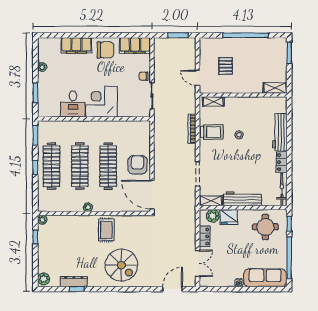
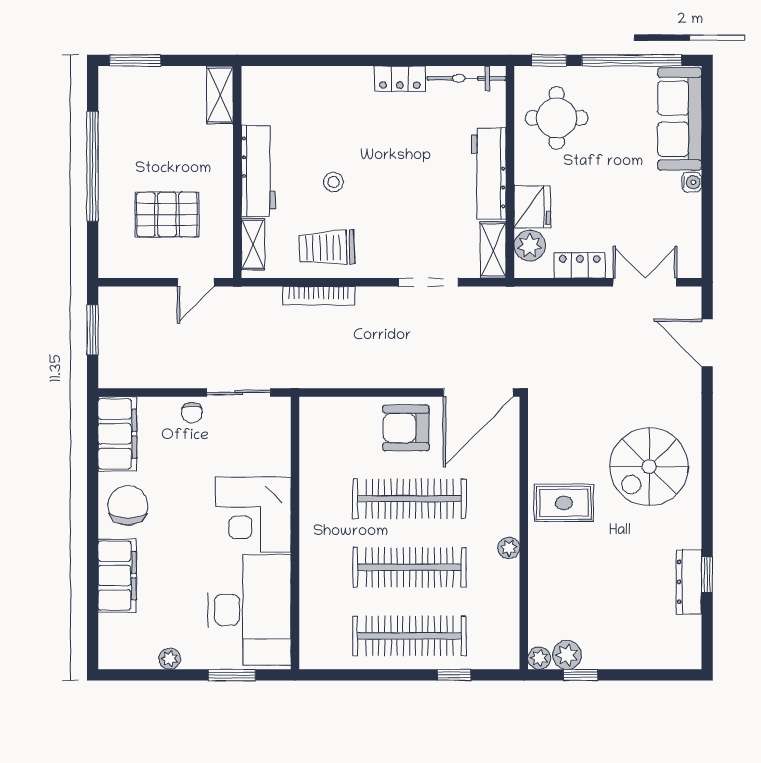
pallet: (226, 66) -> (167, 215), width x1.50, depth x1.42
desk: (73, 104) -> (249, 610), width x1.87, depth x1.30
trolley: (212, 132) -> (327, 248), turned -92
workbench: (280, 132) -> (258, 171), moved, turned -90
window: (35, 135) -> (335, 675), removed
window: (35, 168) -> (454, 675), moved
spiral stairs: (121, 265) -> (649, 467), turned 180
plant: (44, 279) -> (567, 655), moved

